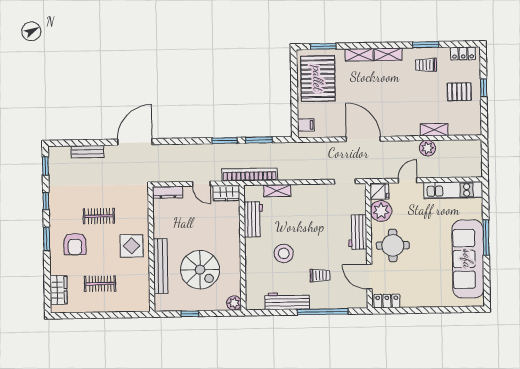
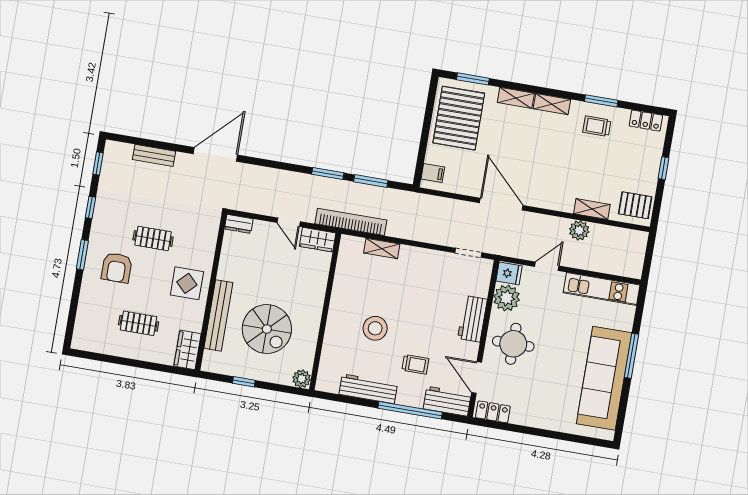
pallet: (459, 92) -> (635, 205), moved
dresser: (168, 192) -> (239, 224), width x0.70
workbench: (253, 219) -> (447, 401), moved, turned -90
wardrobe: (59, 290) -> (187, 350), moved, turned 180

